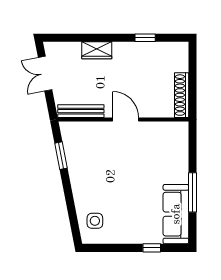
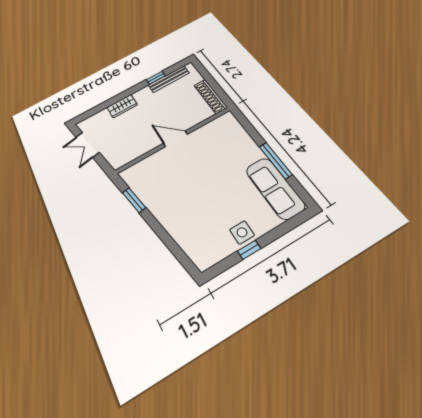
bench: (81, 111) -> (169, 79), moved
side table: (95, 221) -> (242, 232), moved
window: (152, 248) -> (249, 250), moved

